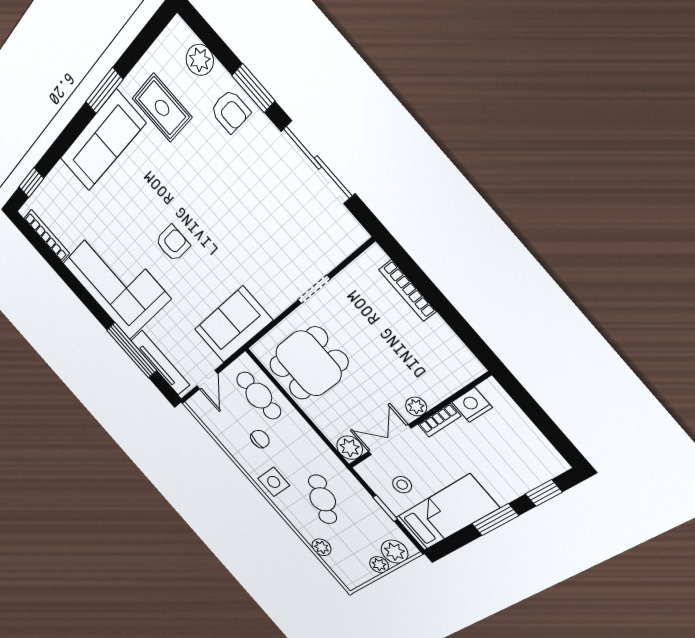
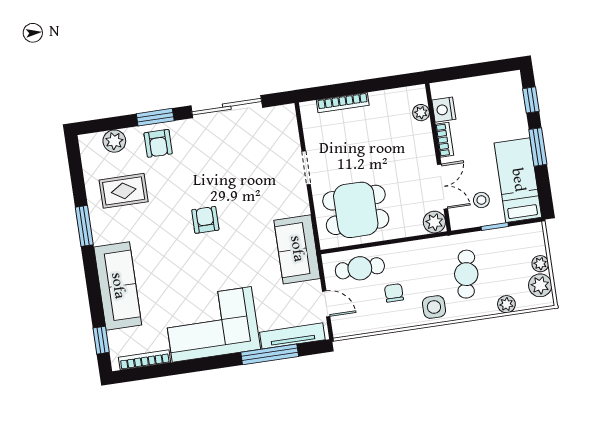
armchair: (230, 111) -> (158, 143), turned 90
sofa: (102, 141) -> (118, 286), moved
armchair: (173, 243) -> (205, 220), moved
dining table: (308, 363) -> (356, 210), turned 90
plant: (416, 406) -> (421, 113), moved
double door: (390, 440) -> (442, 187), swing flipped
cafe table: (323, 499) -> (466, 274), turned 71
plant: (395, 552) -> (540, 285), moved

